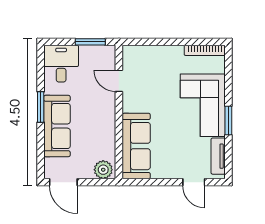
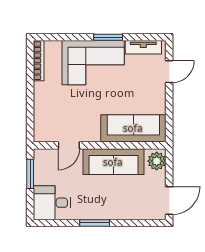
sofa: (57, 126) -> (113, 162), moved, turned 180

